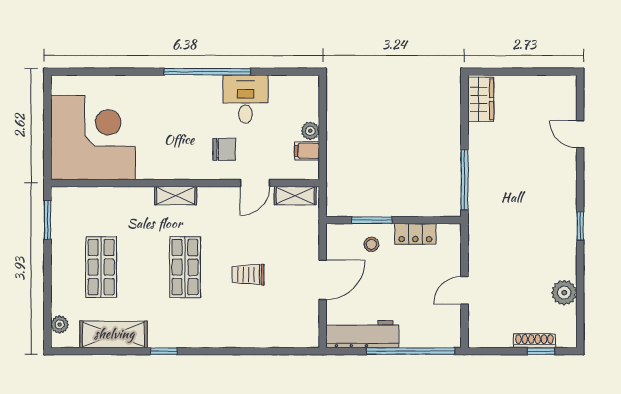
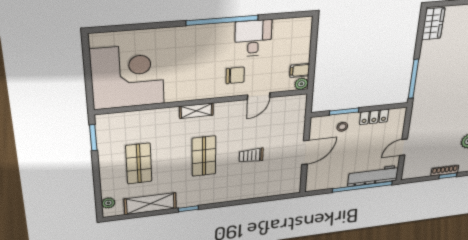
plant: (310, 131) -> (301, 84), moved
shelving: (295, 196) -> (289, 101), removed
workbench: (362, 334) -> (373, 176), moved

